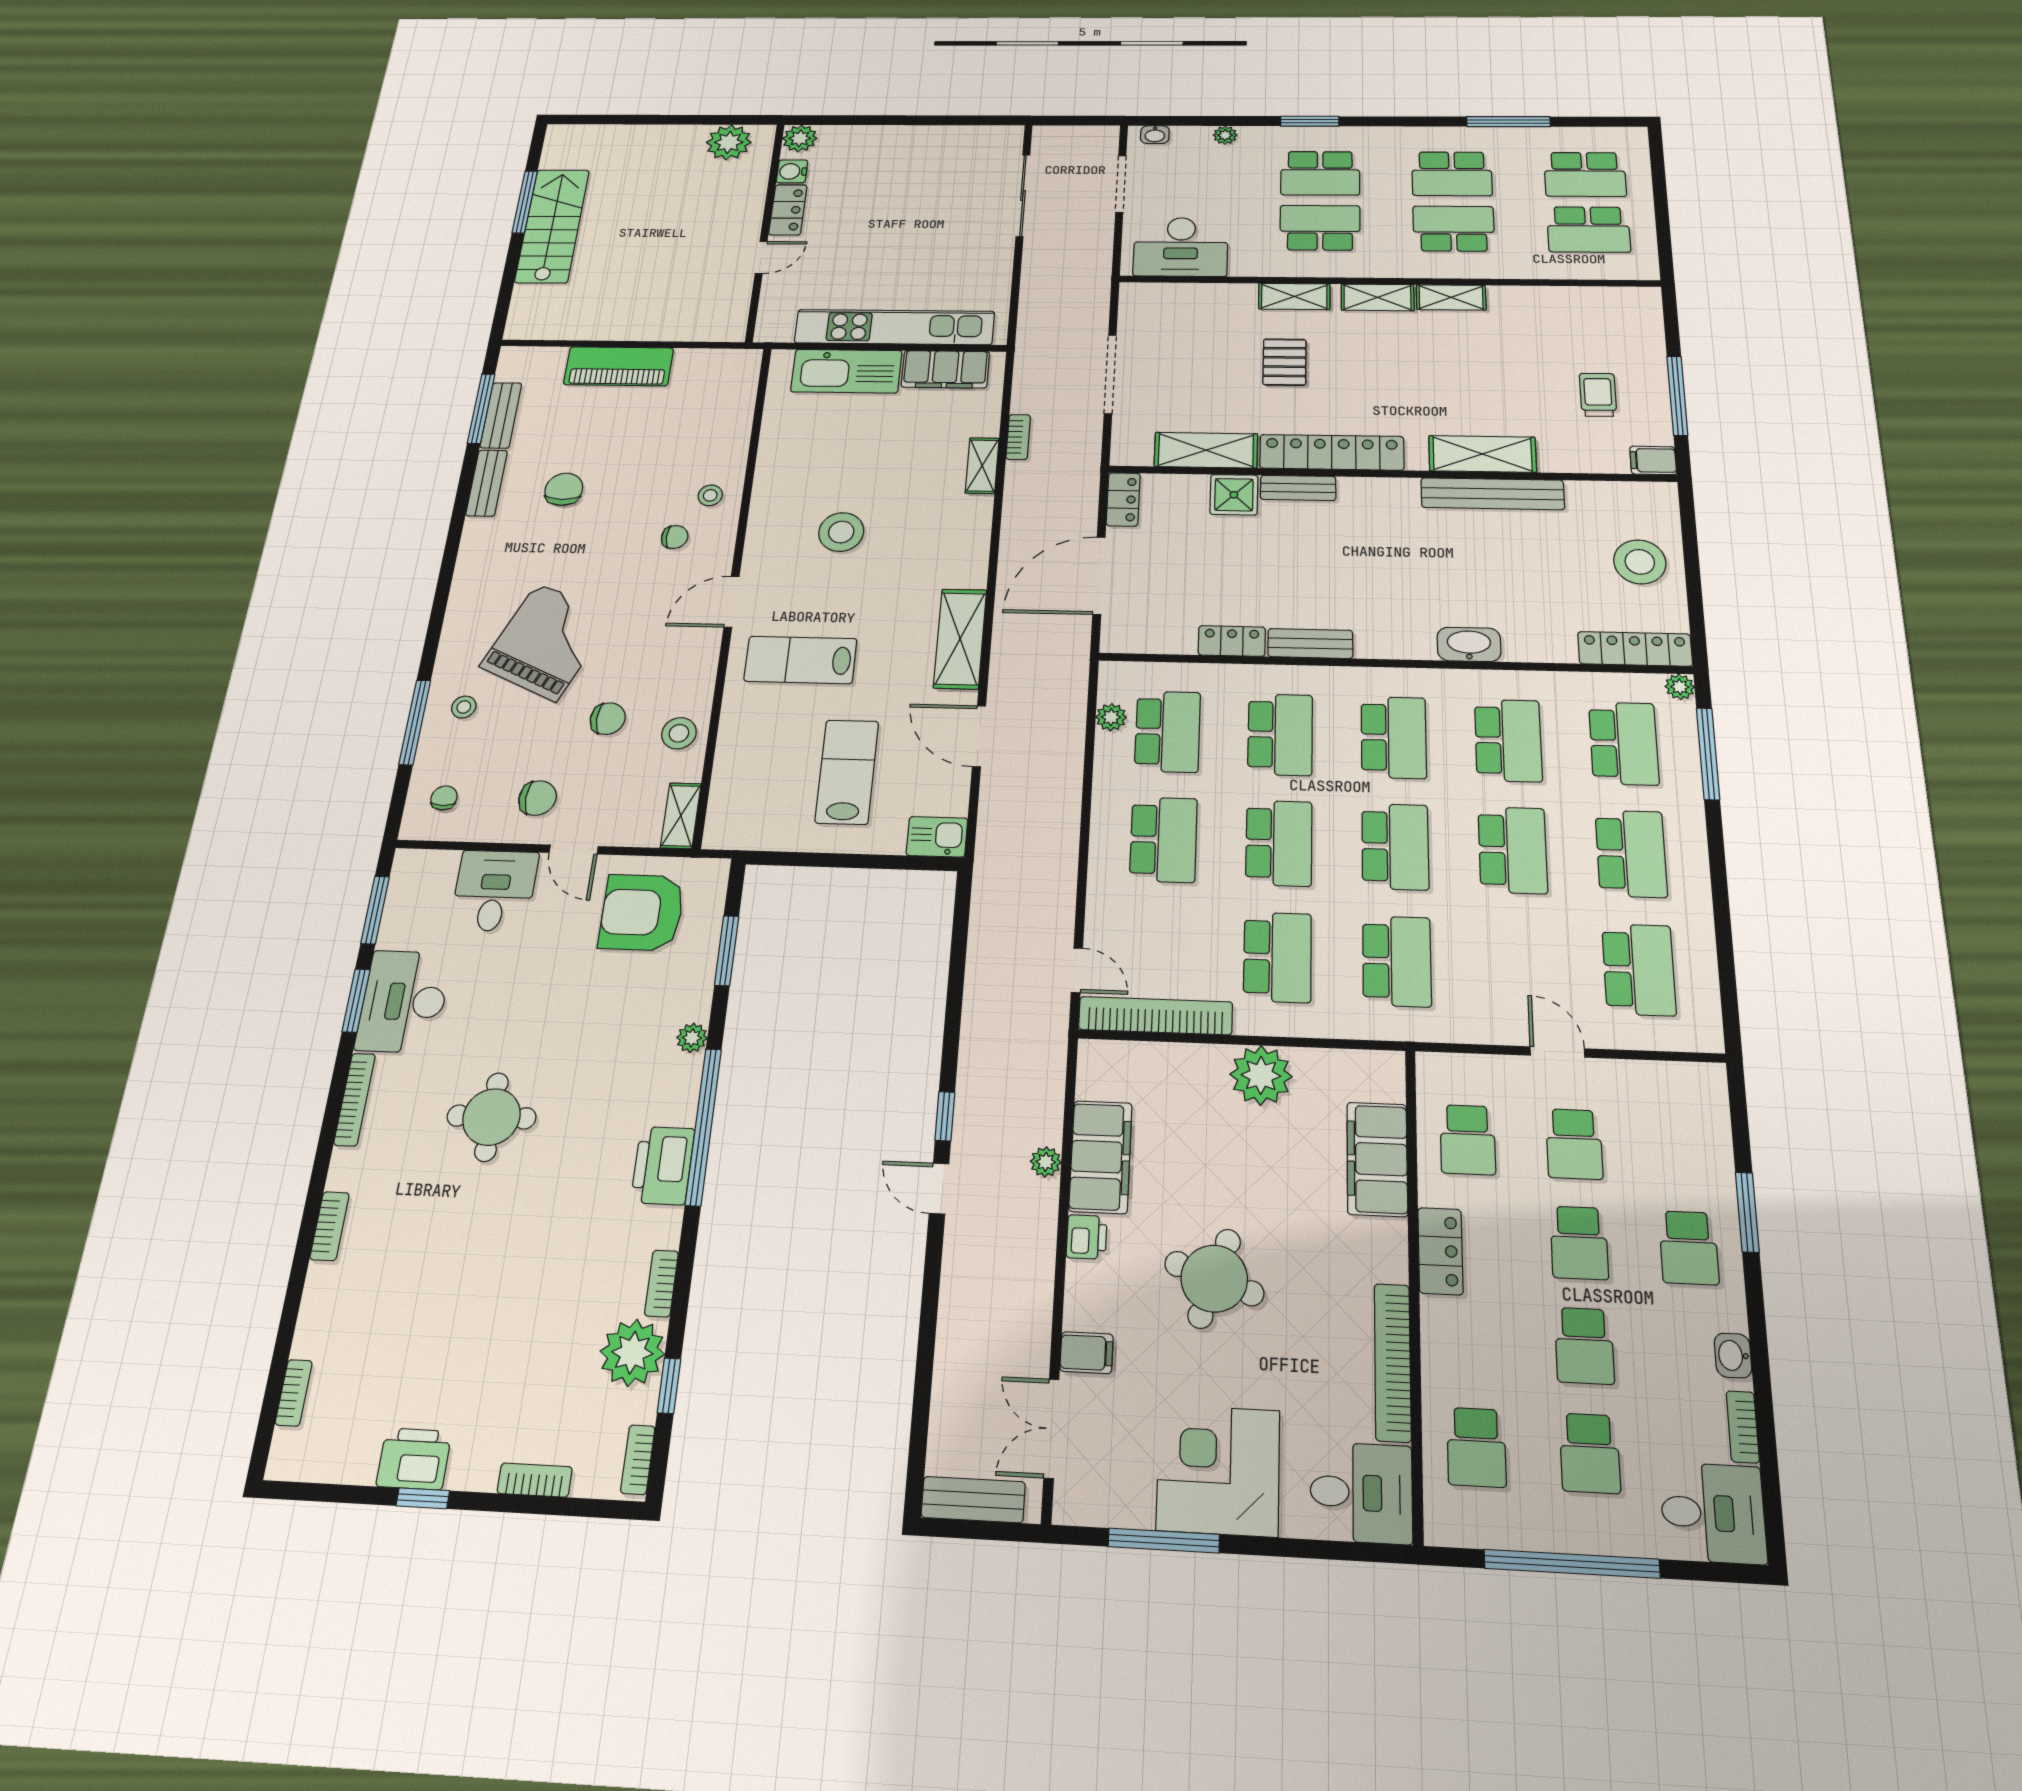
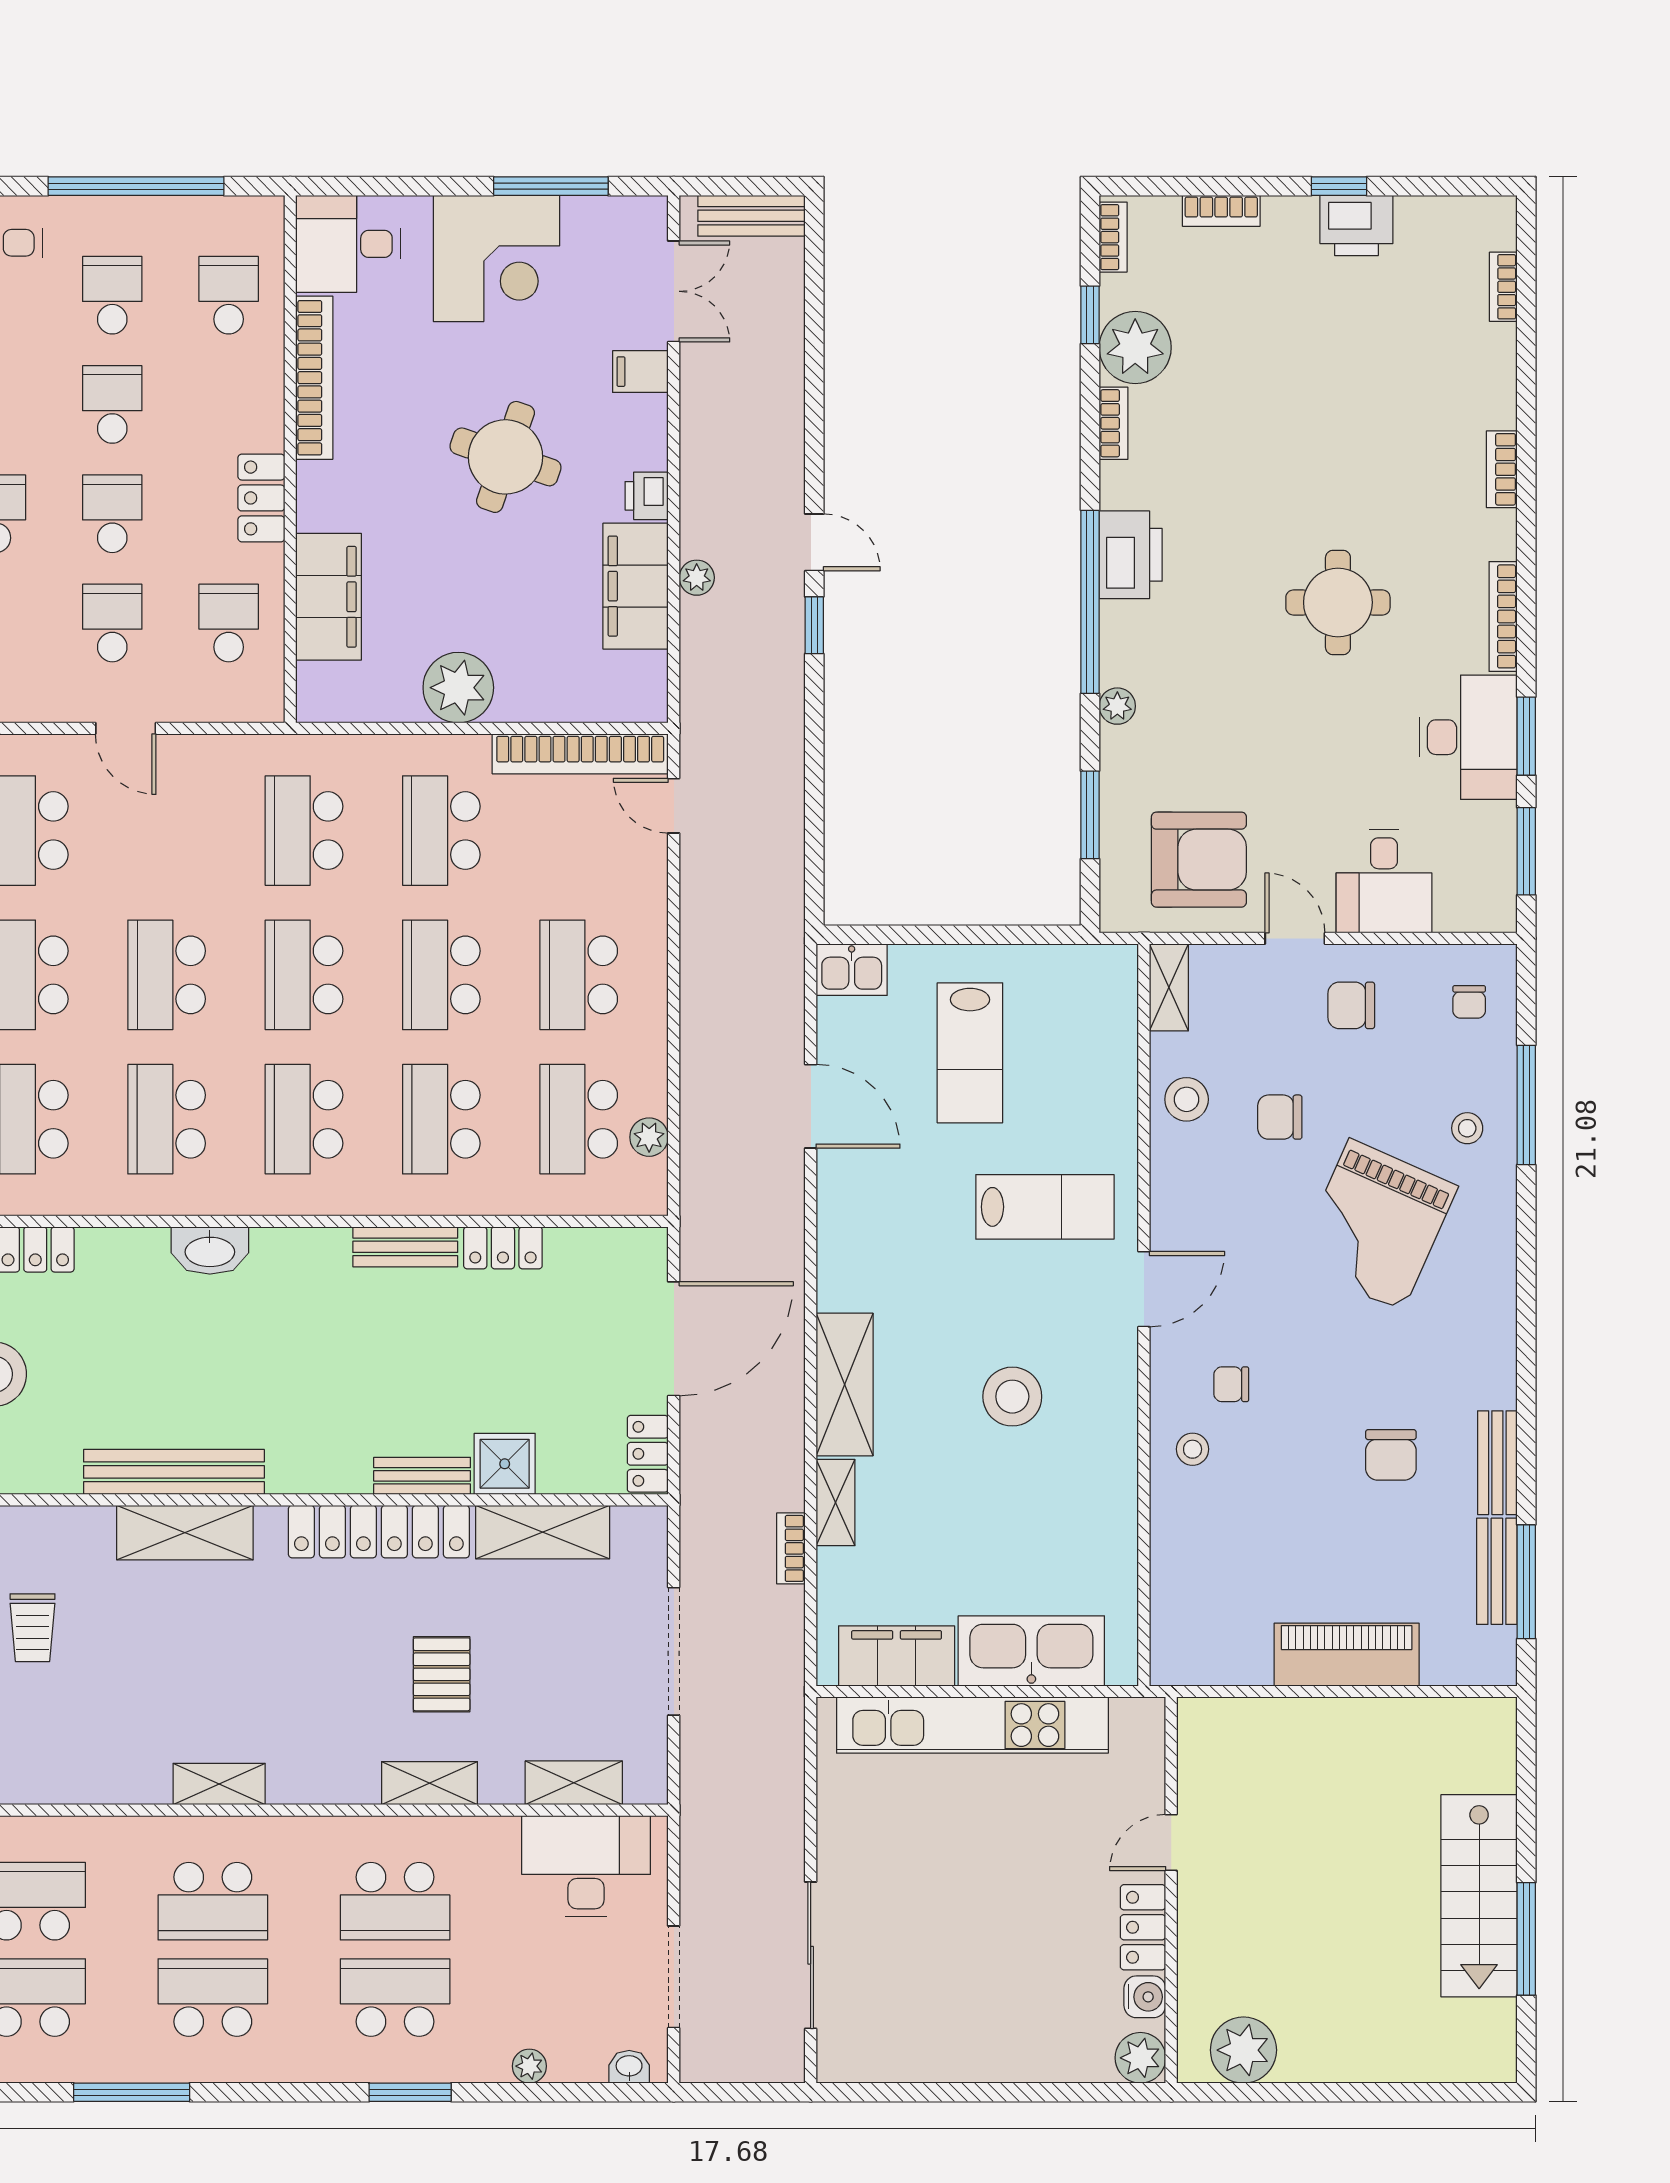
shelving: (1377, 297) -> (574, 1783), moved
shelving: (960, 639) -> (845, 1384), moved

